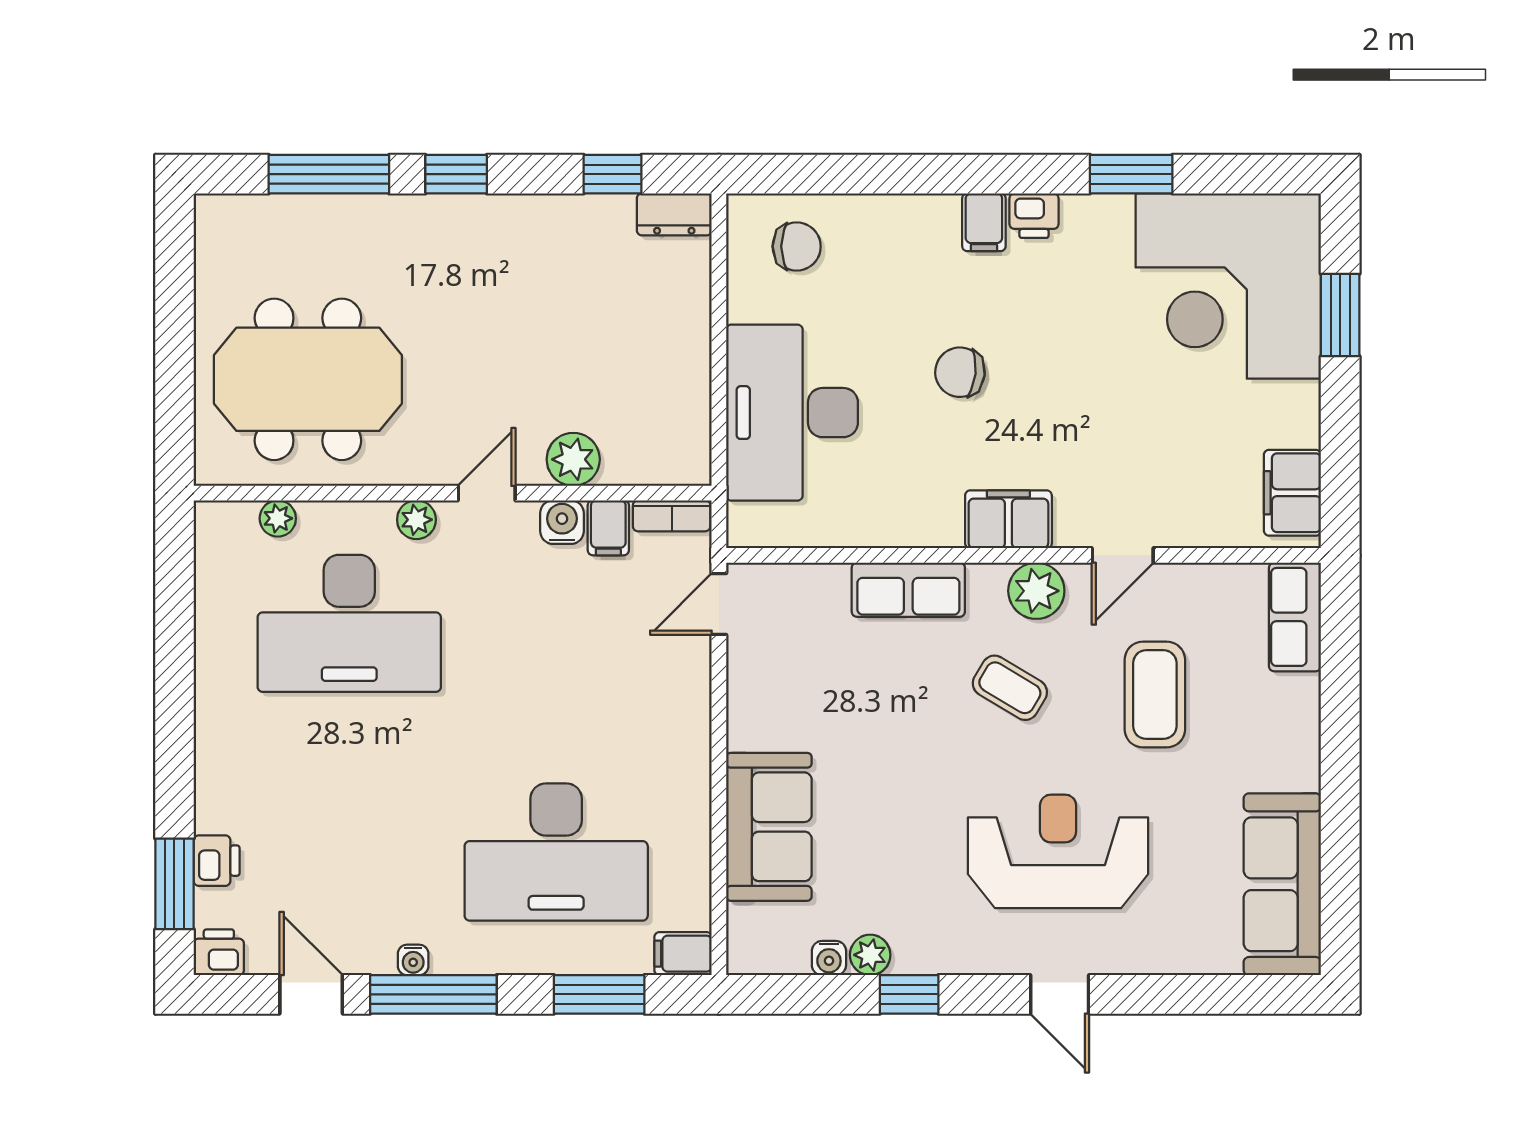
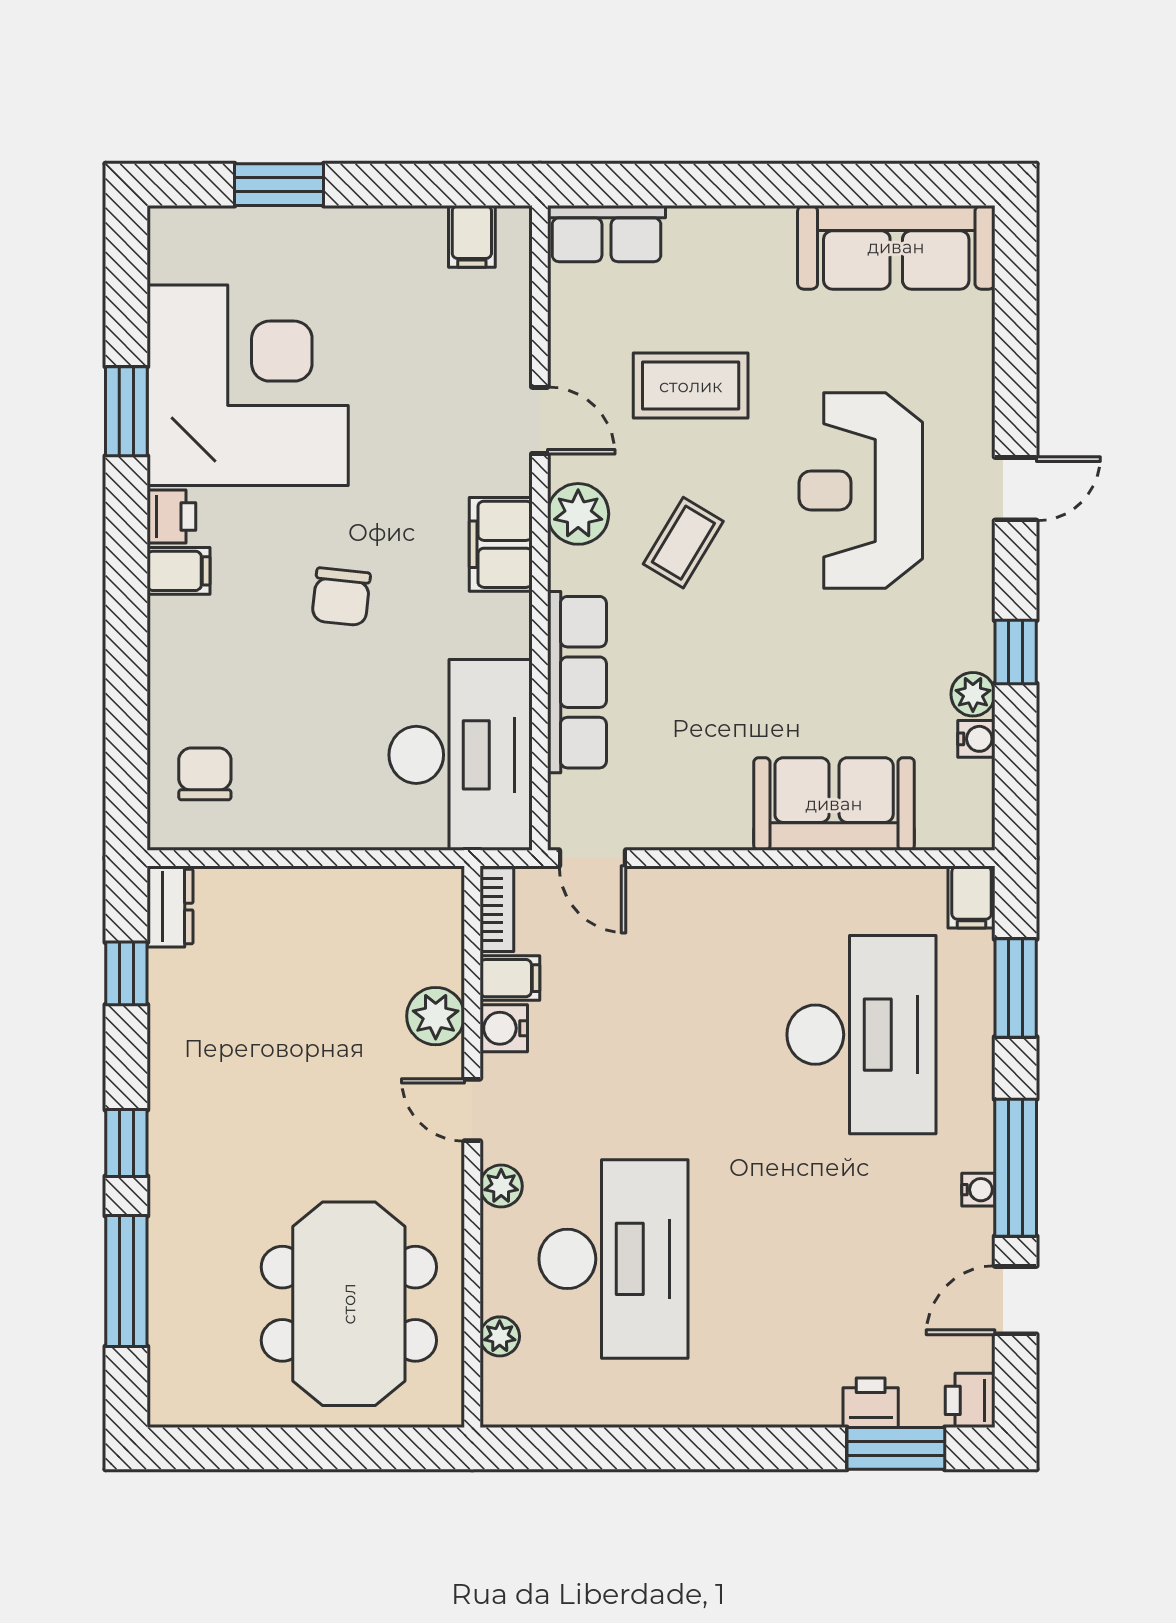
corner desk: (1228, 286) -> (248, 385), moved, turned -90
desk: (792, 413) -> (461, 755), moved, turned -90
filing cabinet: (1292, 493) -> (472, 236), width x0.50
row of seats: (908, 590) -> (577, 682), width x1.48

